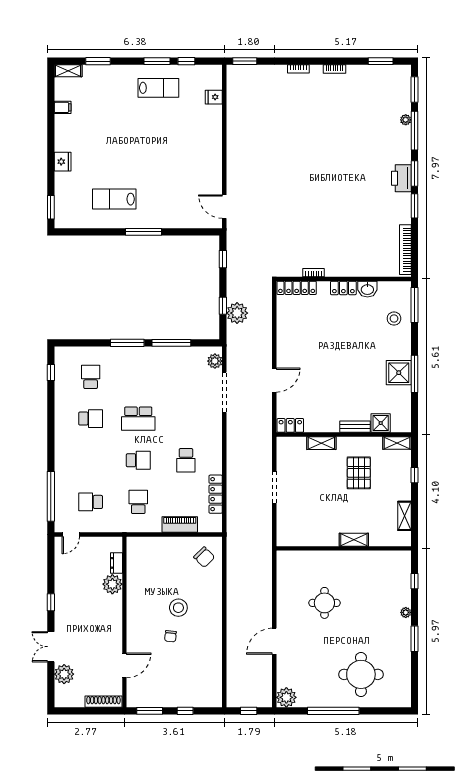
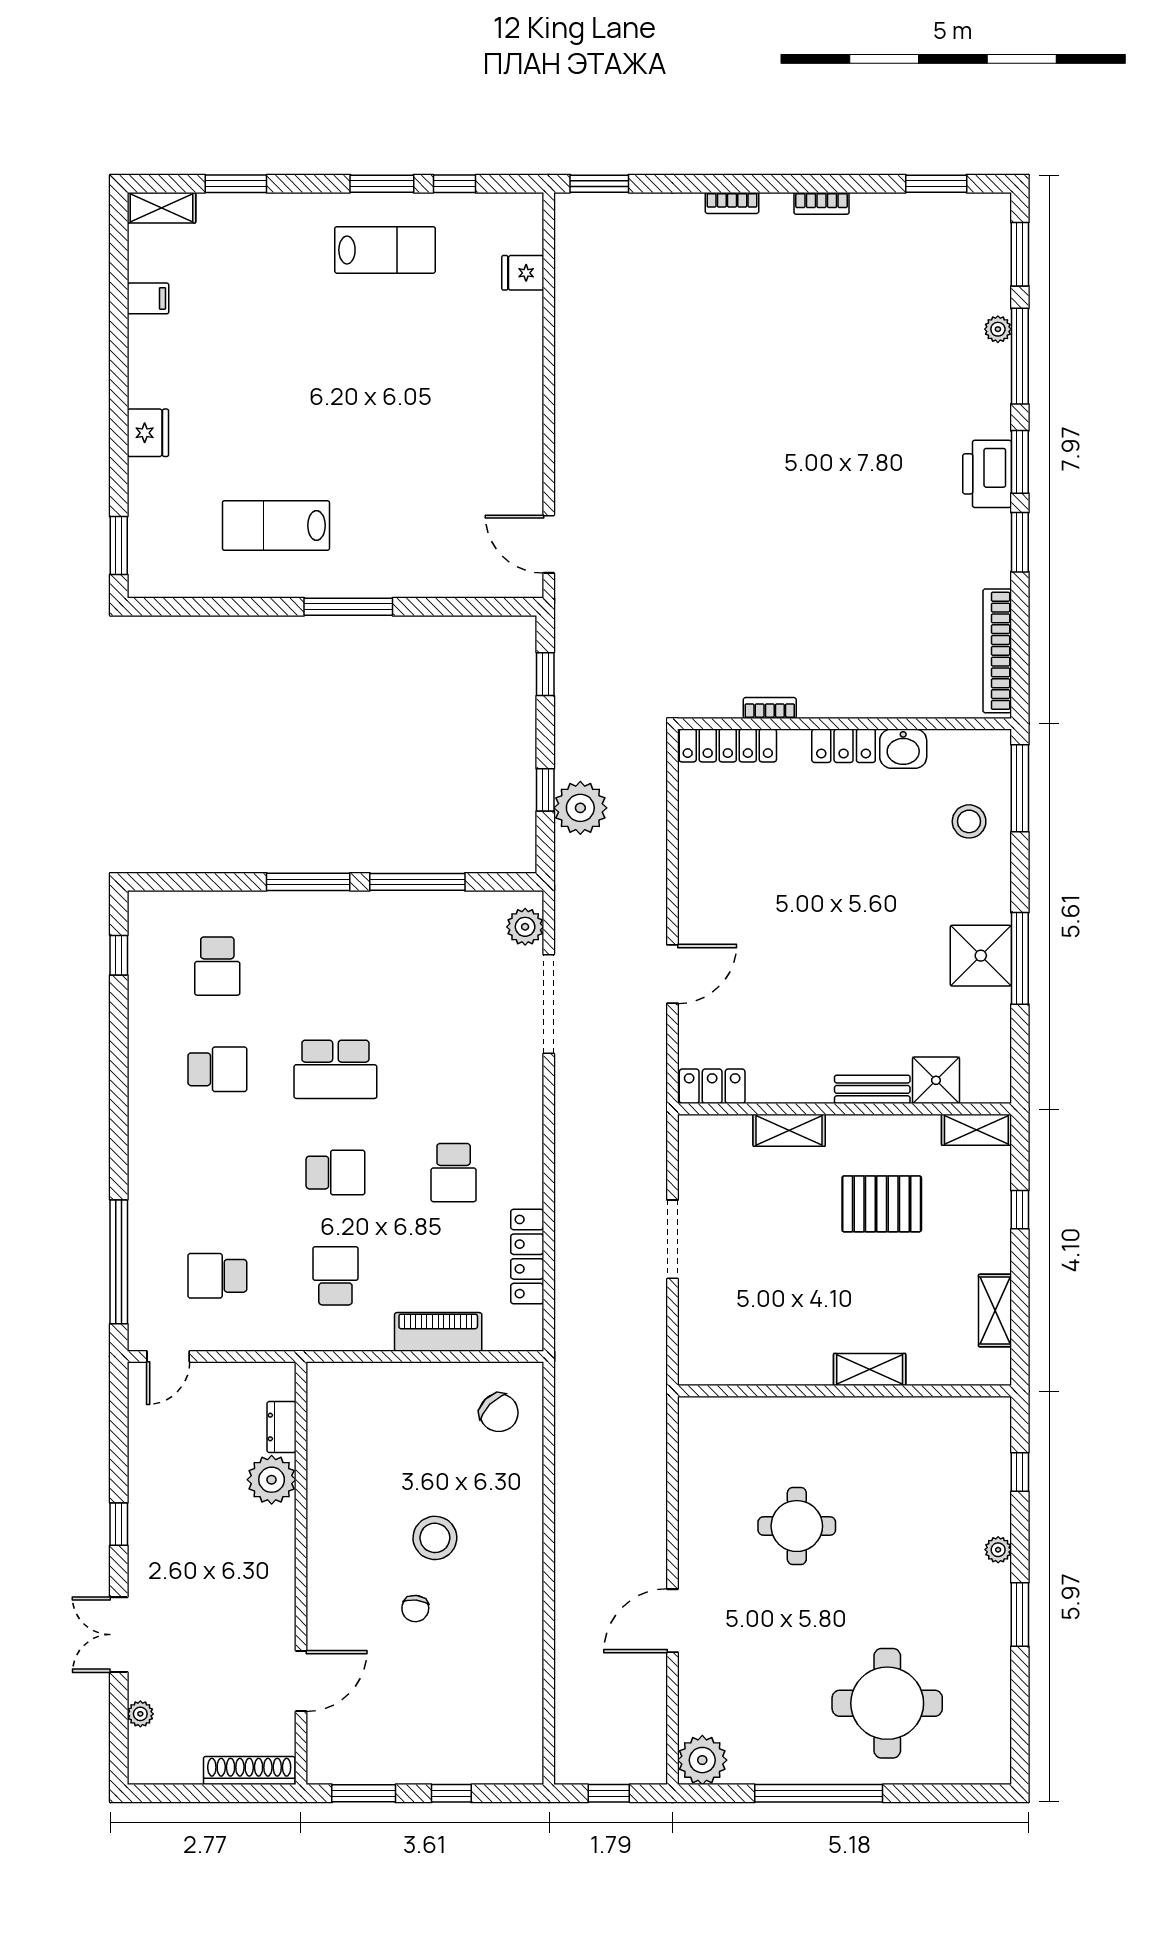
school desk: (91, 377) -> (217, 966), turned 180
pallet: (359, 473) -> (882, 1204), turned 90
plant: (64, 674) -> (140, 1714), width x0.53, depth x0.53

